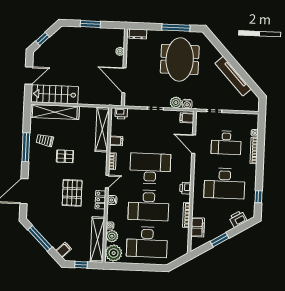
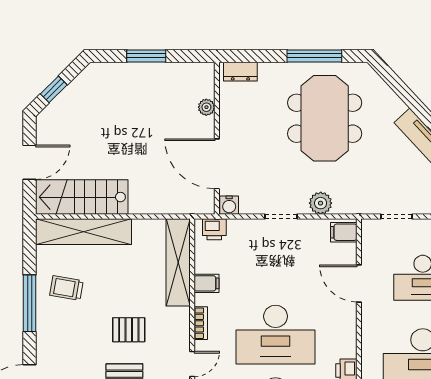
water cooler: (187, 104) -> (229, 205), moved
pallet: (65, 156) -> (129, 330), moved
desk: (150, 168) -> (276, 335), turned 180

